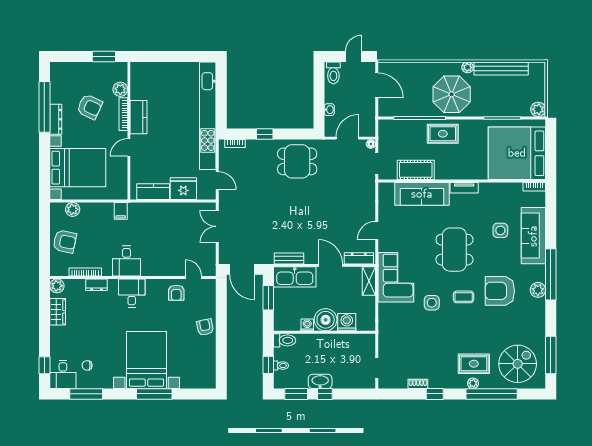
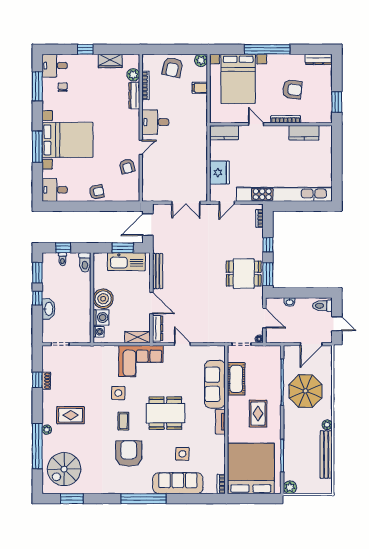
plant: (120, 89) -> (308, 117), removed
parasol: (452, 94) -> (305, 391), moved
window: (44, 107) -> (267, 49), moved
armchair: (90, 107) -> (292, 89), turned -109
kitchen counter: (139, 117) -> (304, 133), moved
dresser: (56, 119) -> (319, 59), moved
window: (298, 134) -> (268, 274), added
rug: (443, 134) -> (258, 414), moved
dining table: (297, 161) -> (244, 274), turned 90
kitchen counter: (153, 192) -> (224, 133), moved, turned 90
plant: (73, 209) -> (201, 60), moved
filing cabinet: (121, 211) -> (200, 88), moved
double door: (217, 226) -> (186, 203), swing flipped
bench: (289, 258) -> (158, 271), width x1.36
door: (330, 265) -> (151, 303), hinge flipped
door: (193, 277) -> (141, 147), moved
kitchen sink: (295, 277) -> (126, 262), moved, turned -90
dresser: (97, 285) -> (134, 95), width x1.44
plant: (57, 286) -> (133, 75), moved
plant: (538, 290) -> (130, 487), removed
desk: (132, 293) -> (55, 190), moved, turned 180
armchair: (176, 293) -> (127, 166), turned -104
washing machine: (307, 325) -> (99, 332), moved
window: (551, 355) -> (72, 499), width x0.69
rug: (474, 364) -> (71, 415), moved, turned 90
spiral stairs: (518, 364) -> (64, 469), turned 90
window: (44, 365) -> (85, 49), moved
washbasin: (320, 381) -> (48, 309), moved
window: (435, 394) -> (37, 380), moved

